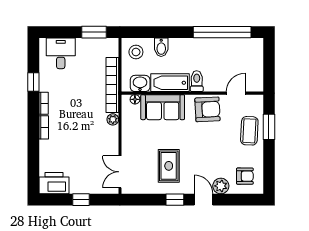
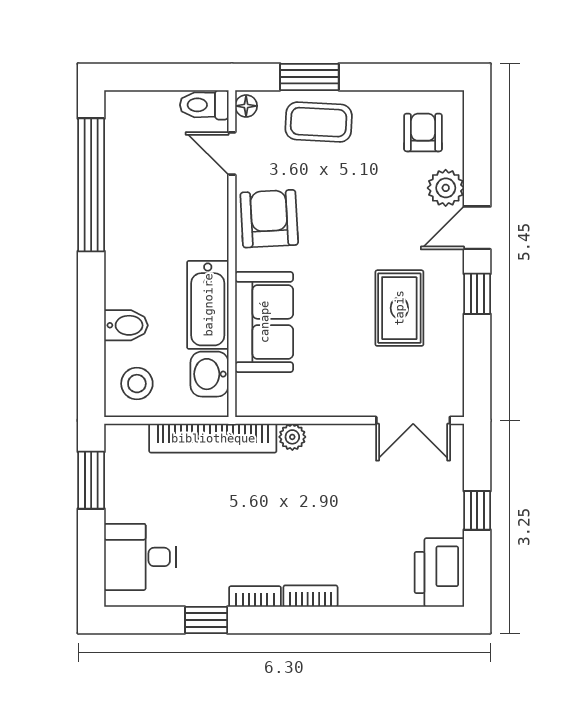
toilet: (197, 81) -> (204, 105), moved
floor lamp: (135, 99) -> (246, 106), moved
rug: (169, 166) -> (399, 308), turned 90

